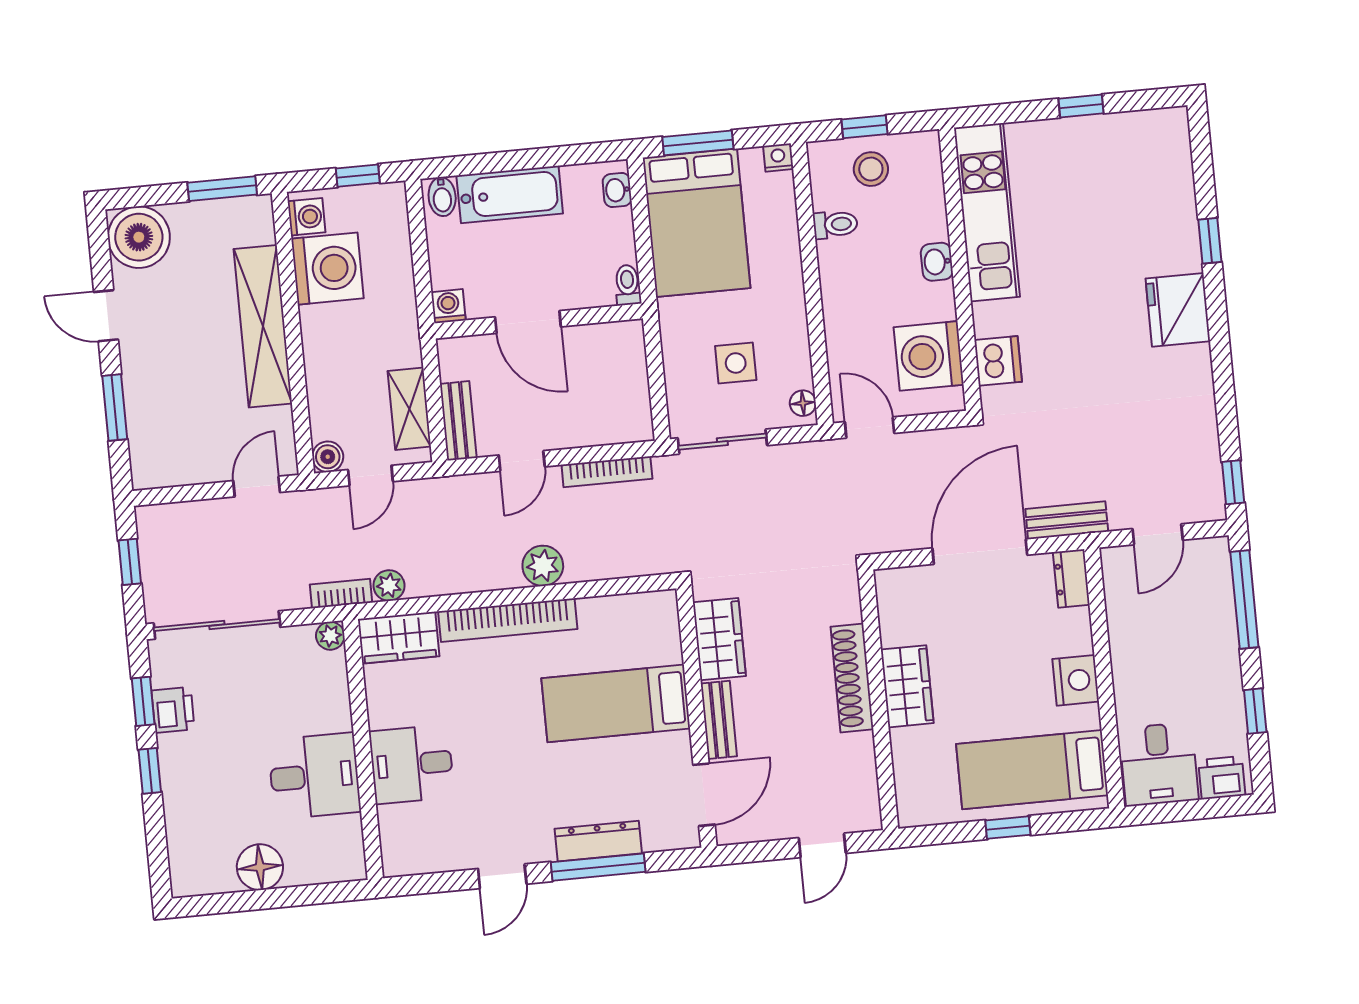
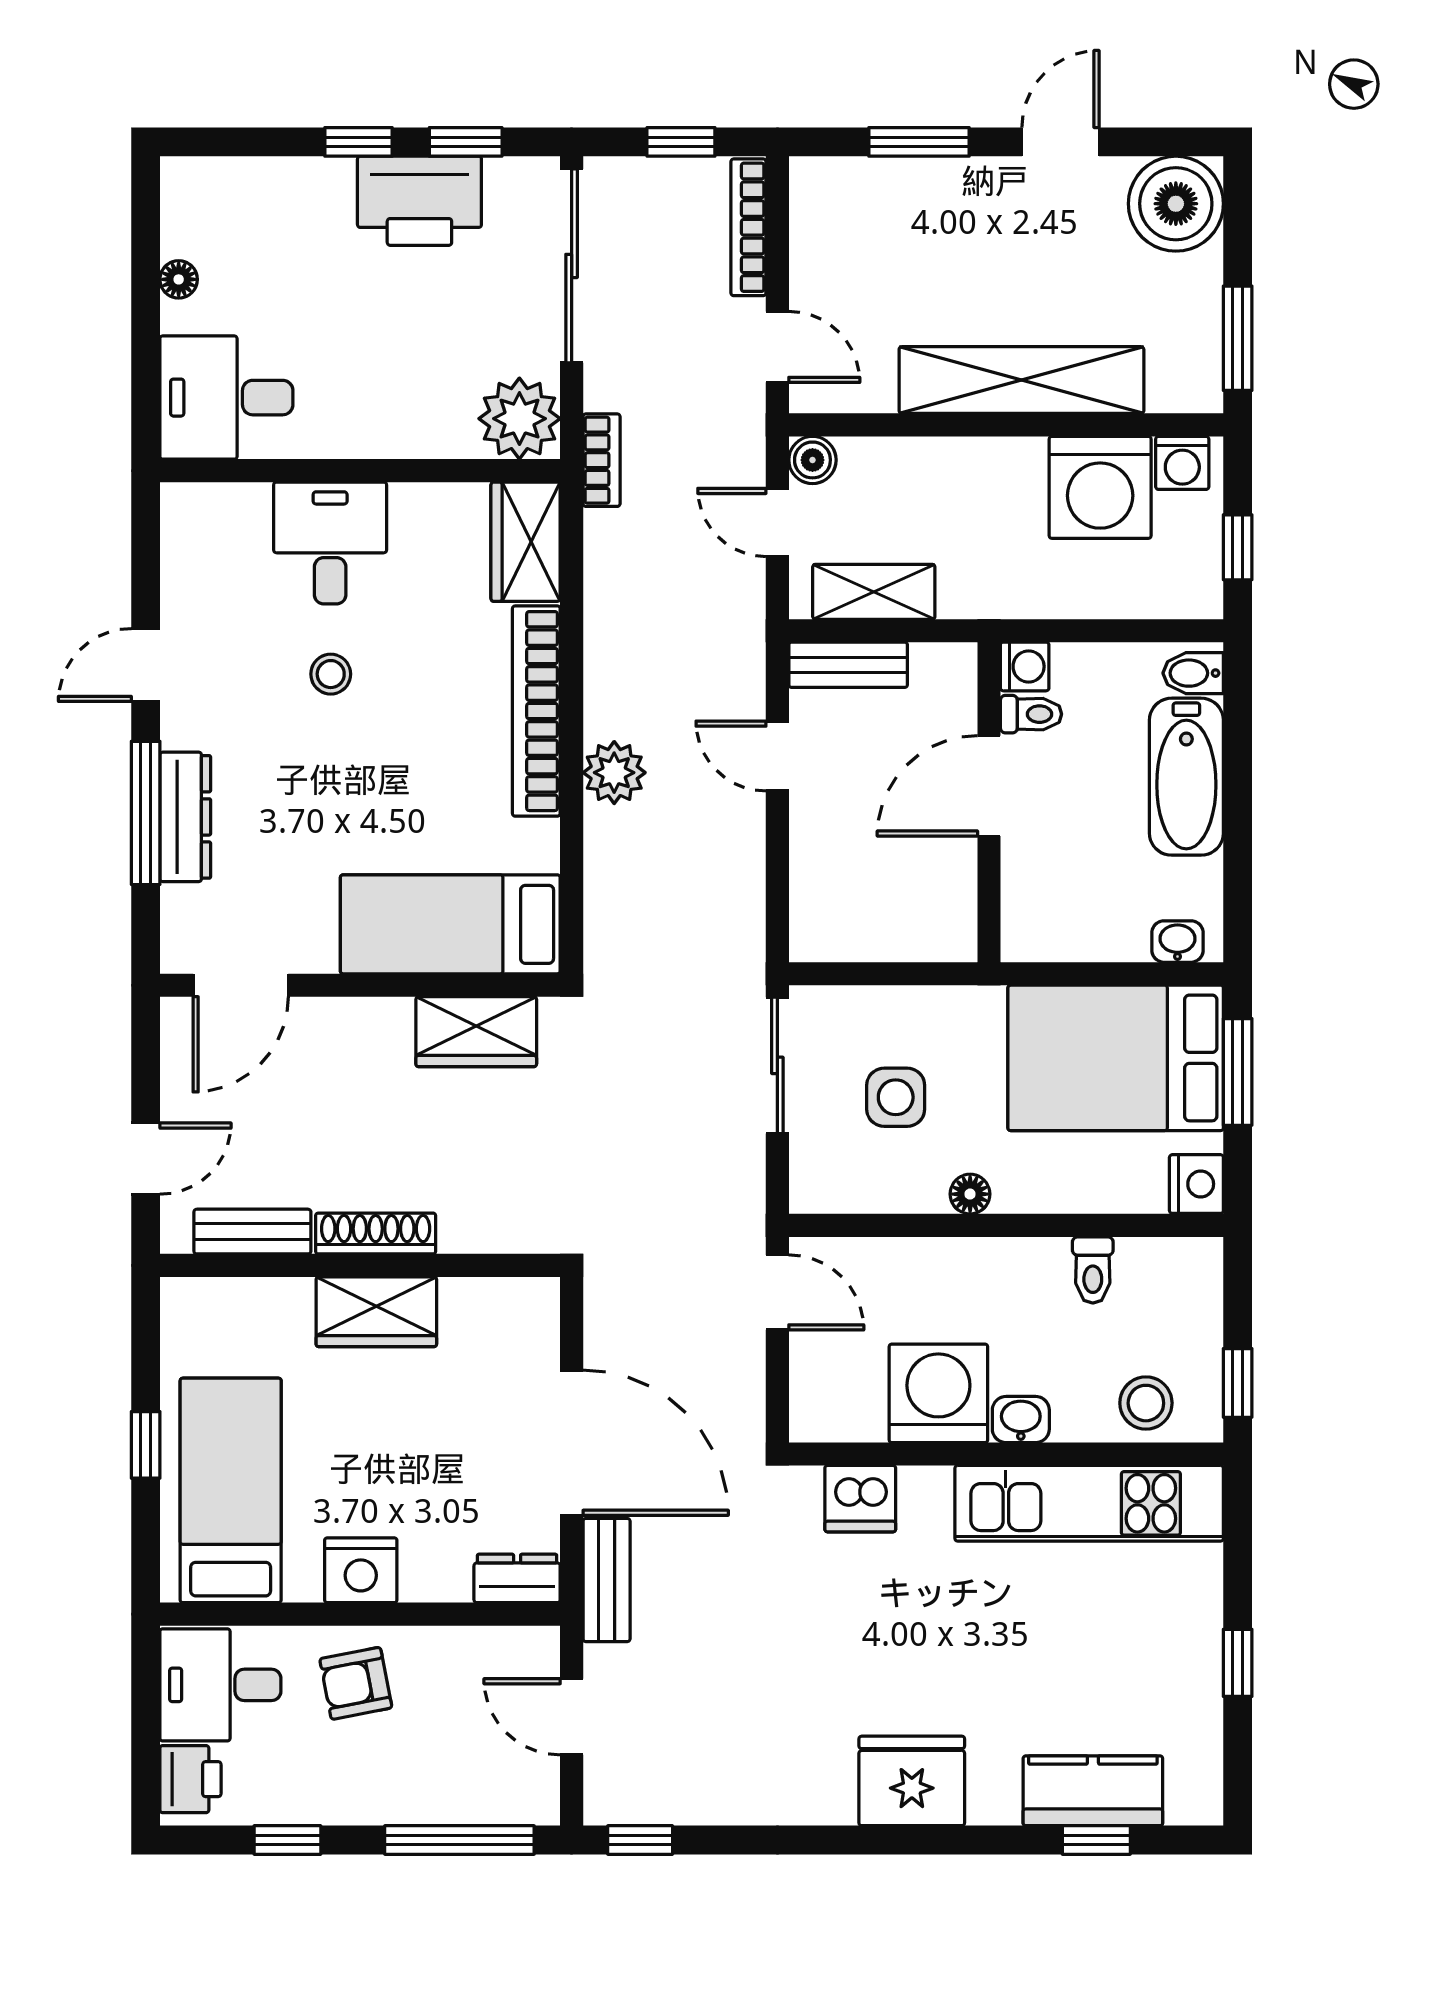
window: (864, 127) -> (1238, 1383), moved
nightstand: (778, 158) -> (1196, 1184), width x1.39, depth x1.35
stool: (871, 169) -> (1146, 1403), moved
kitchen counter: (1173, 192) -> (1093, 1791), added
window: (1210, 241) -> (1096, 1840), moved
toilet: (628, 285) -> (1031, 714), moved
washing machine: (929, 356) -> (938, 1393), moved
floor lamp: (803, 403) -> (970, 1194), moved
door: (870, 428) -> (777, 1292), hinge flipped
bookcase: (607, 472) -> (748, 227), moved
plant: (389, 585) -> (607, 535), removed
plant: (330, 636) -> (519, 419), width x1.87, depth x1.87
armchair: (1149, 676) -> (356, 1683), added
shoe rack: (852, 678) -> (376, 1233), width x0.74, depth x0.81
bed: (616, 703) -> (450, 924), moved, turned -90
printer: (173, 710) -> (419, 201), width x1.87, depth x1.48
bench: (719, 720) -> (252, 1232), moved
stool: (497, 756) -> (331, 674), added
desk: (314, 776) -> (226, 398), moved, turned 90
door: (704, 795) -> (241, 985), hinge flipped
door: (822, 845) -> (146, 1159), swing flipped
floor lamp: (260, 867) -> (179, 279), width x0.53, depth x0.53
door: (502, 876) -> (146, 665), hinge flipped

